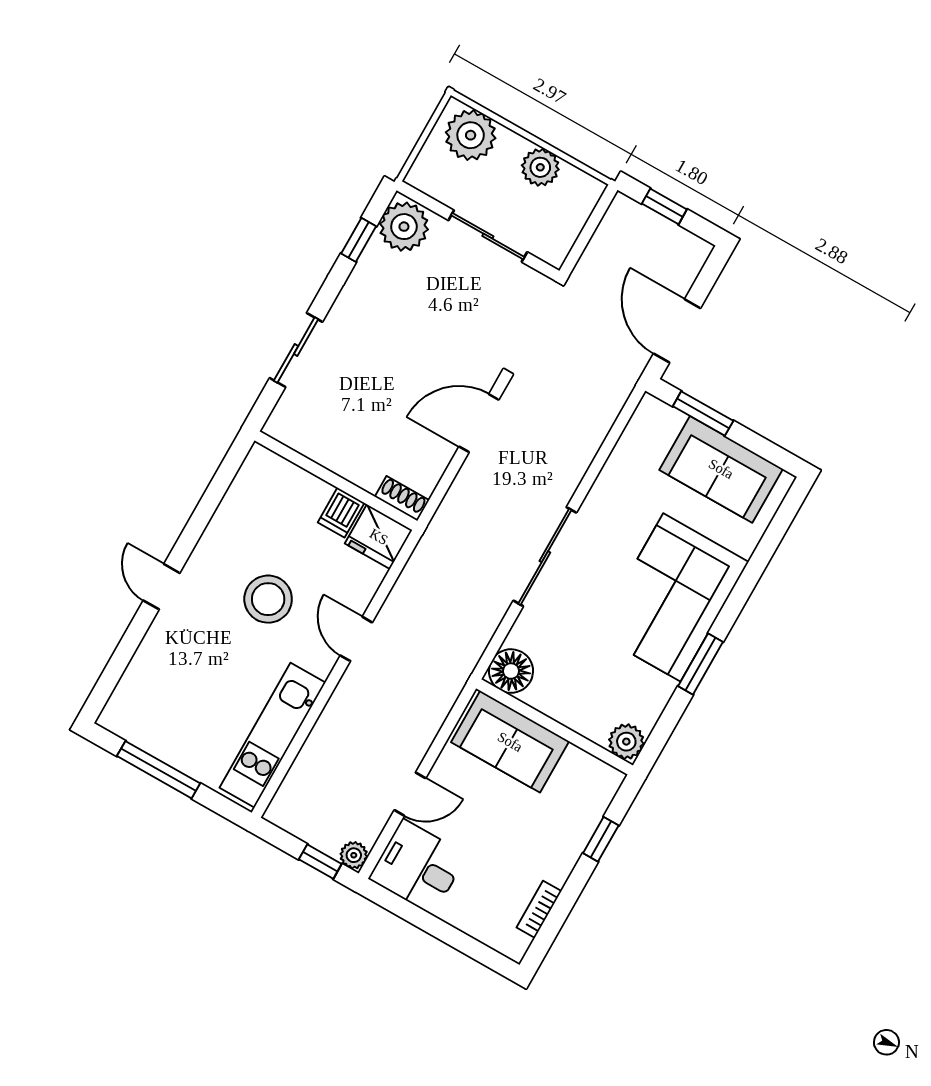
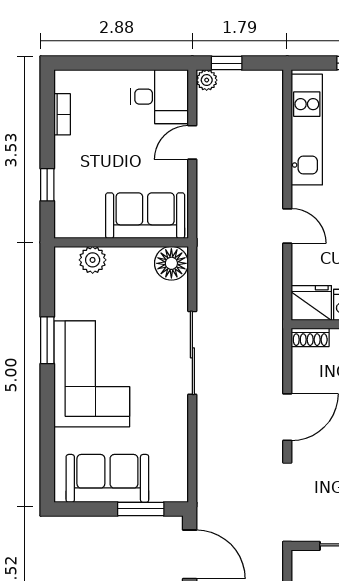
plant: (626, 742) -> (93, 260), moved

